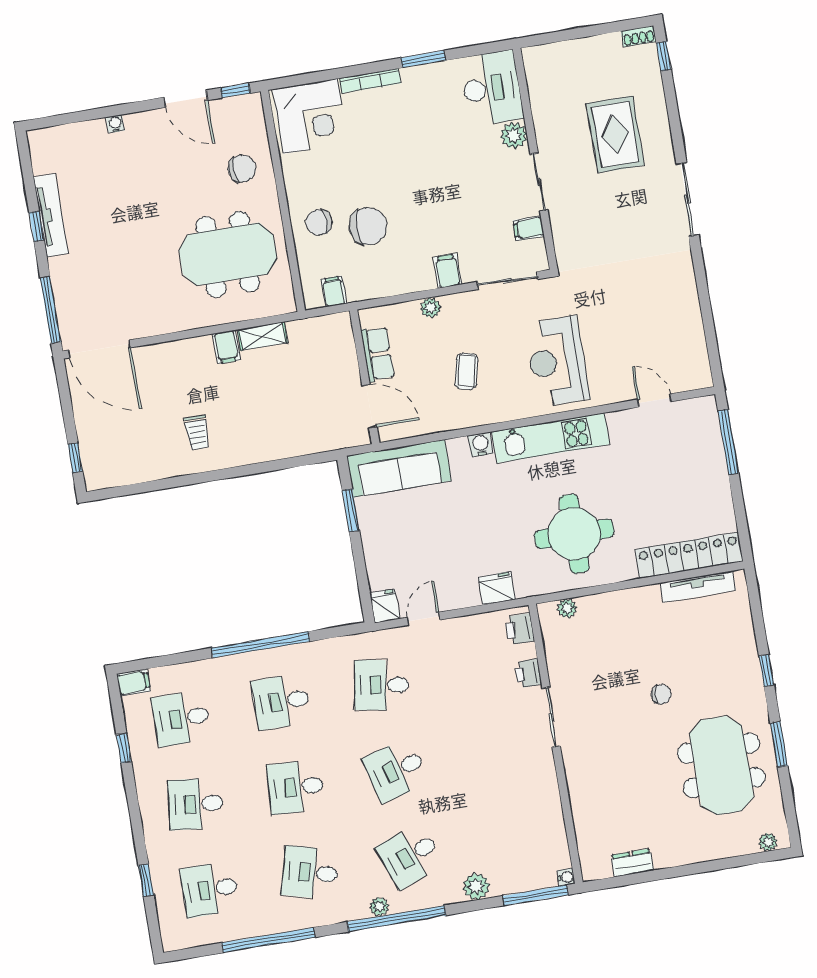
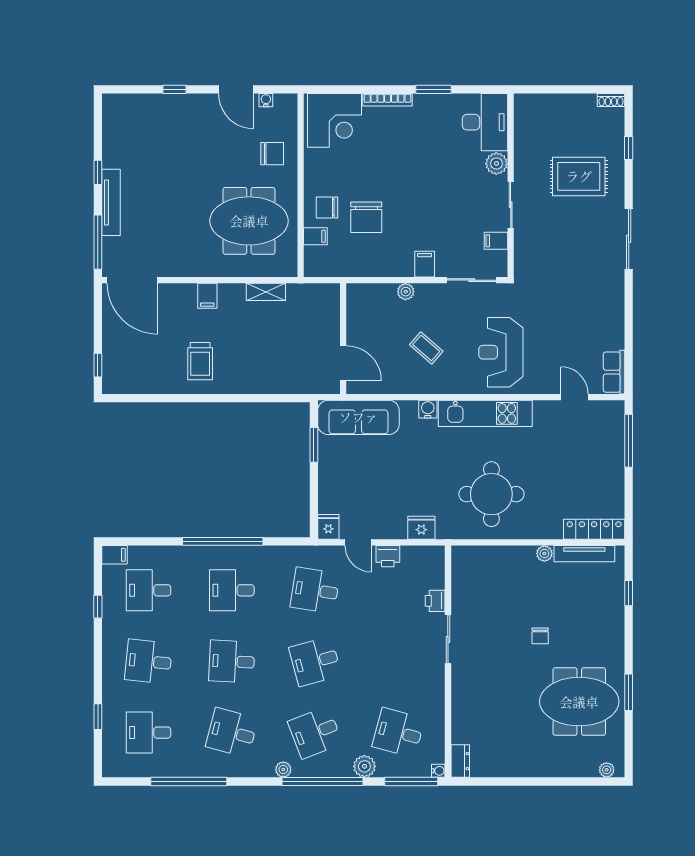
window: (664, 56) -> (629, 148), moved
window: (235, 91) -> (174, 89), moved
water cooler: (115, 124) -> (266, 100), moved
rug: (615, 134) -> (579, 176), turned 90
tv unit: (51, 215) -> (111, 202), moved
chair: (368, 226) -> (366, 217), turned 90
filing cabinet: (334, 291) -> (315, 236), moved, turned 90
filing cabinet: (226, 347) -> (207, 296), moved
row of seats: (378, 354) -> (614, 372), moved, turned 180
coffee table: (466, 371) -> (426, 348), turned -62
trolley: (197, 433) -> (200, 361), width x1.36, depth x1.39
locker: (689, 555) -> (594, 529), width x0.71, depth x0.83
plant: (567, 608) -> (544, 553), moved
door: (424, 619) -> (358, 542), swing flipped
printer: (520, 629) -> (388, 556), moved, turned -90
window: (767, 671) -> (629, 593), moved
chair: (661, 694) -> (540, 636), turned 81
meeting table: (721, 765) -> (579, 702), turned 90
desk: (510, 839) -> (398, 733), added
dresser: (632, 863) -> (460, 761), moved, turned 90
window: (397, 919) -> (323, 781), moved

